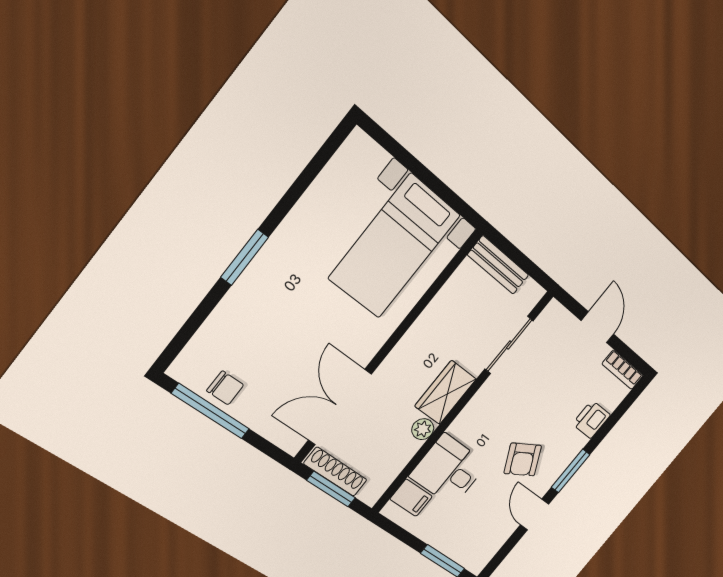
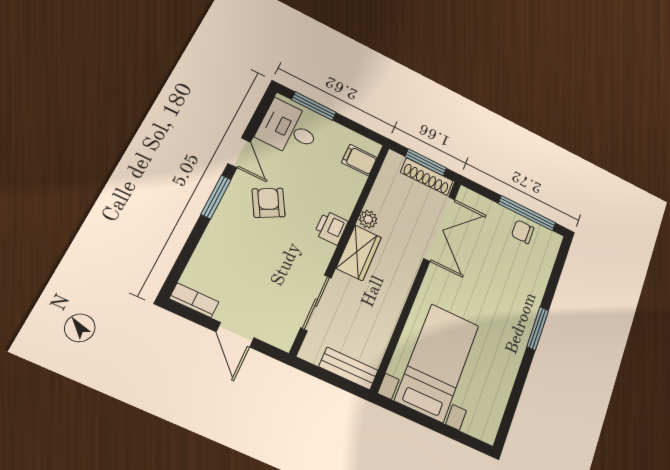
printer: (591, 419) -> (331, 228), moved, turned 180
desk: (449, 470) -> (289, 129), moved, turned 180

